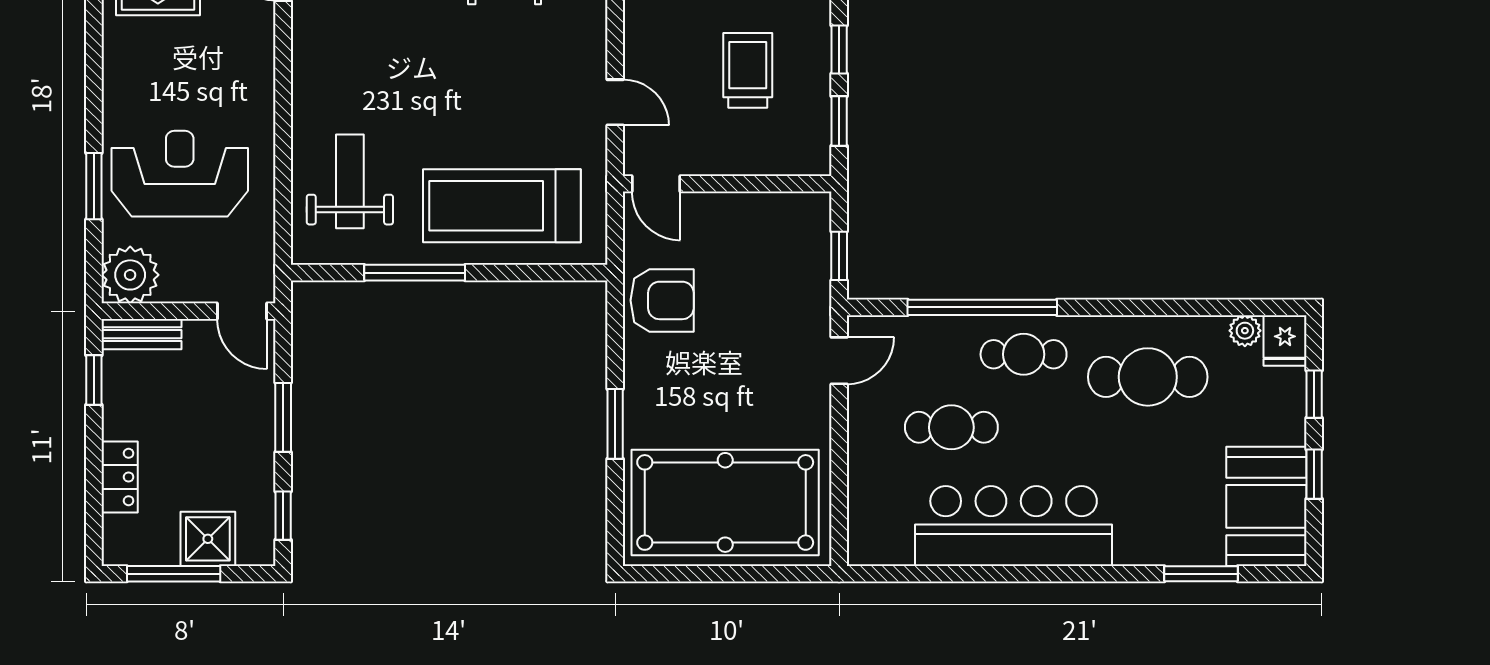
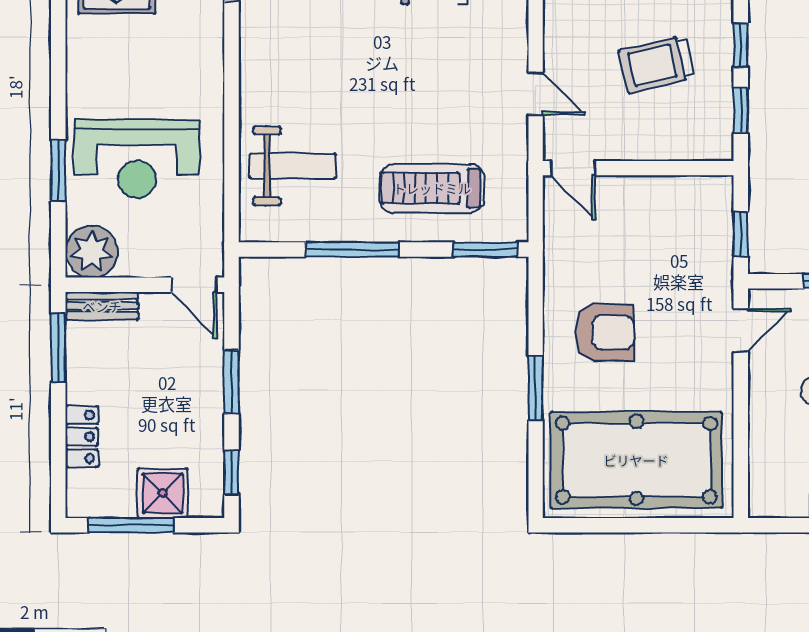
trolley: (748, 70) -> (657, 64), turned -103
reception desk: (180, 174) -> (137, 159), turned 180
weight bench: (350, 181) -> (293, 166), turned 90
treadmill: (502, 206) -> (432, 188), width x0.73, depth x0.73
window: (560, 273) -> (485, 249), added
armchair: (662, 300) -> (605, 332), moved
window: (94, 380) -> (58, 348), width x1.50

